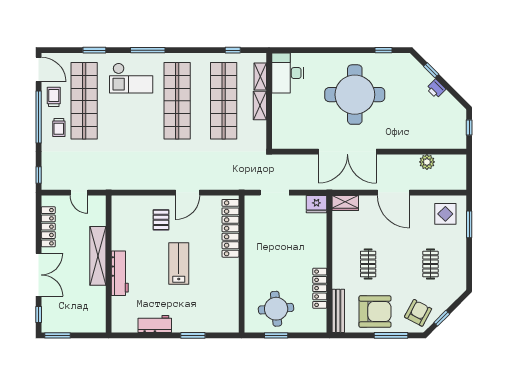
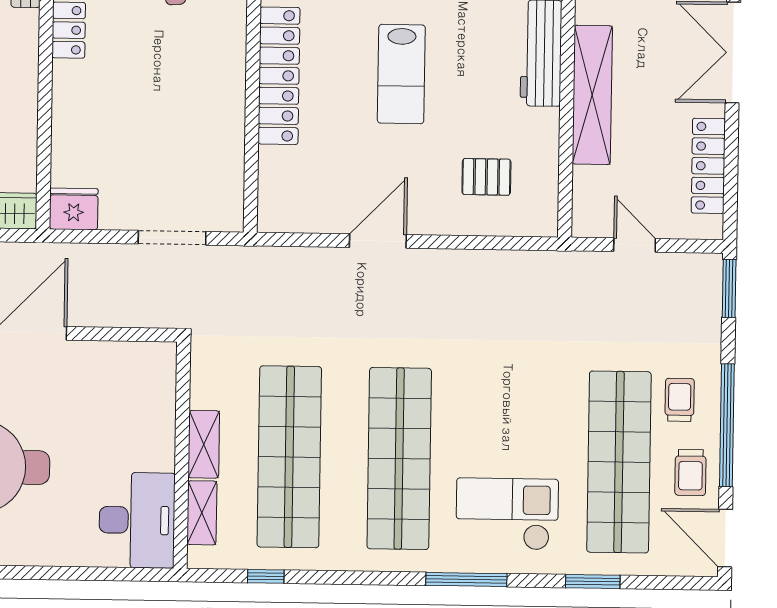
window: (39, 175) -> (729, 288), width x1.50
pallet: (161, 220) -> (486, 177), moved, turned 90
locker: (230, 228) -> (279, 76), moved

